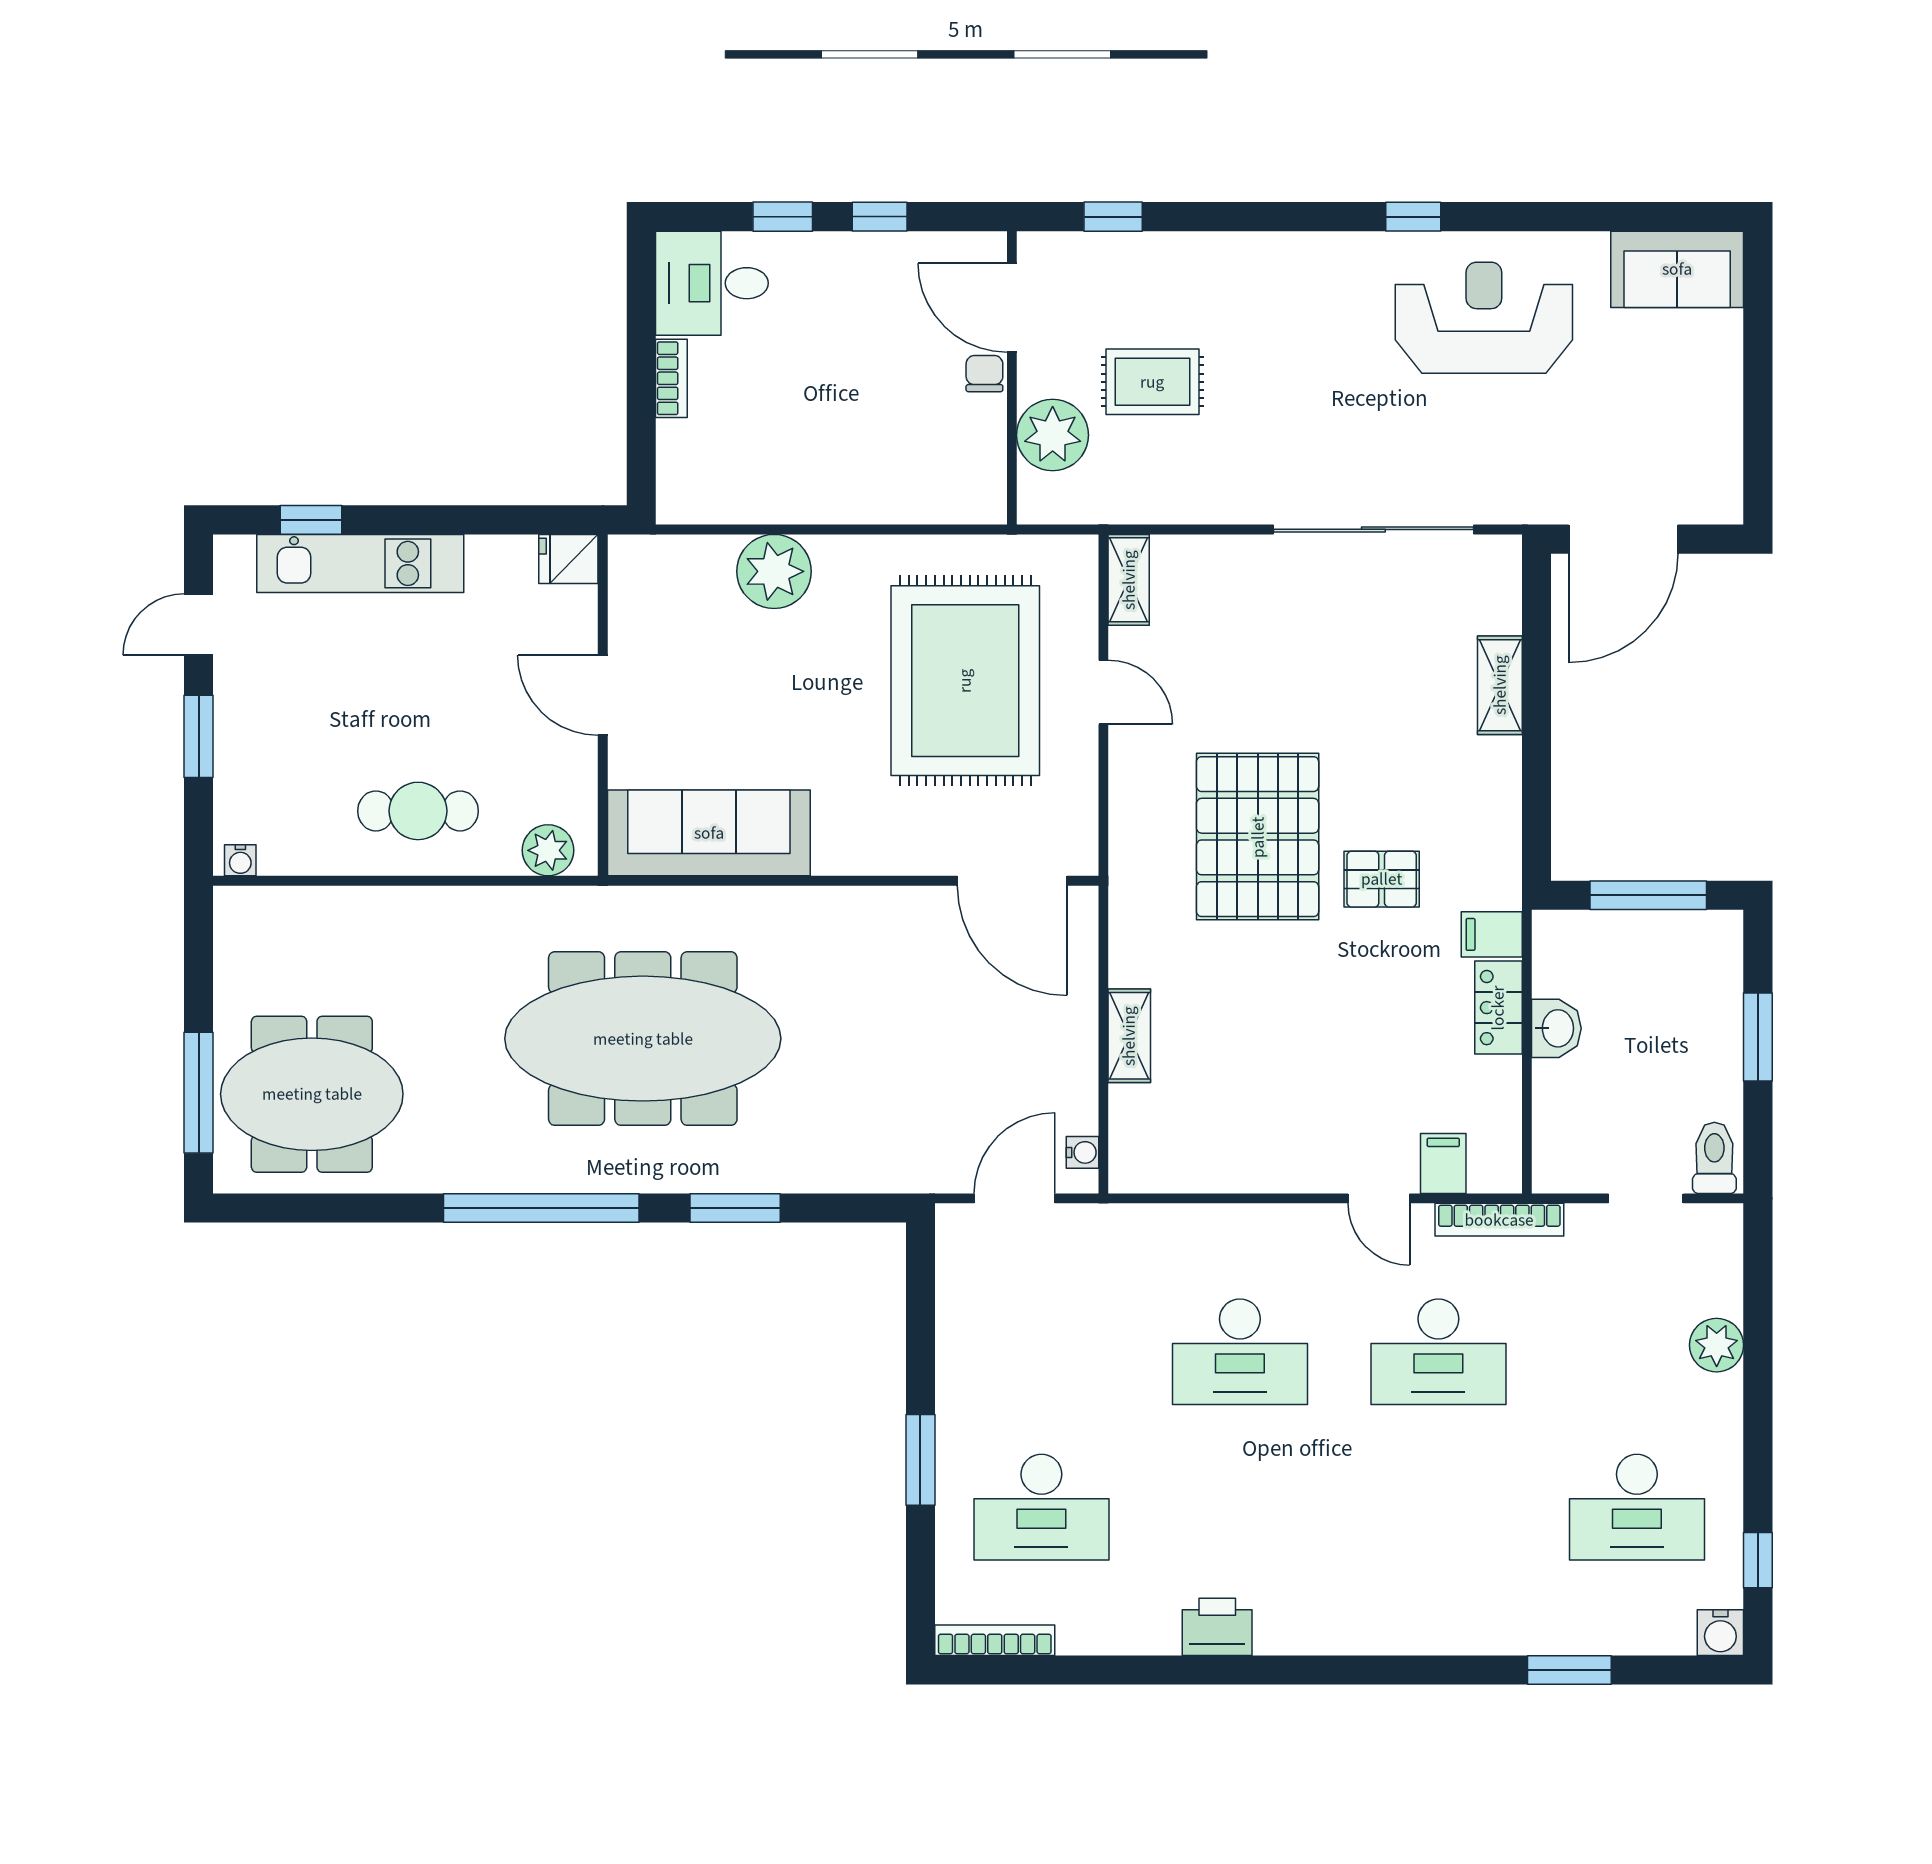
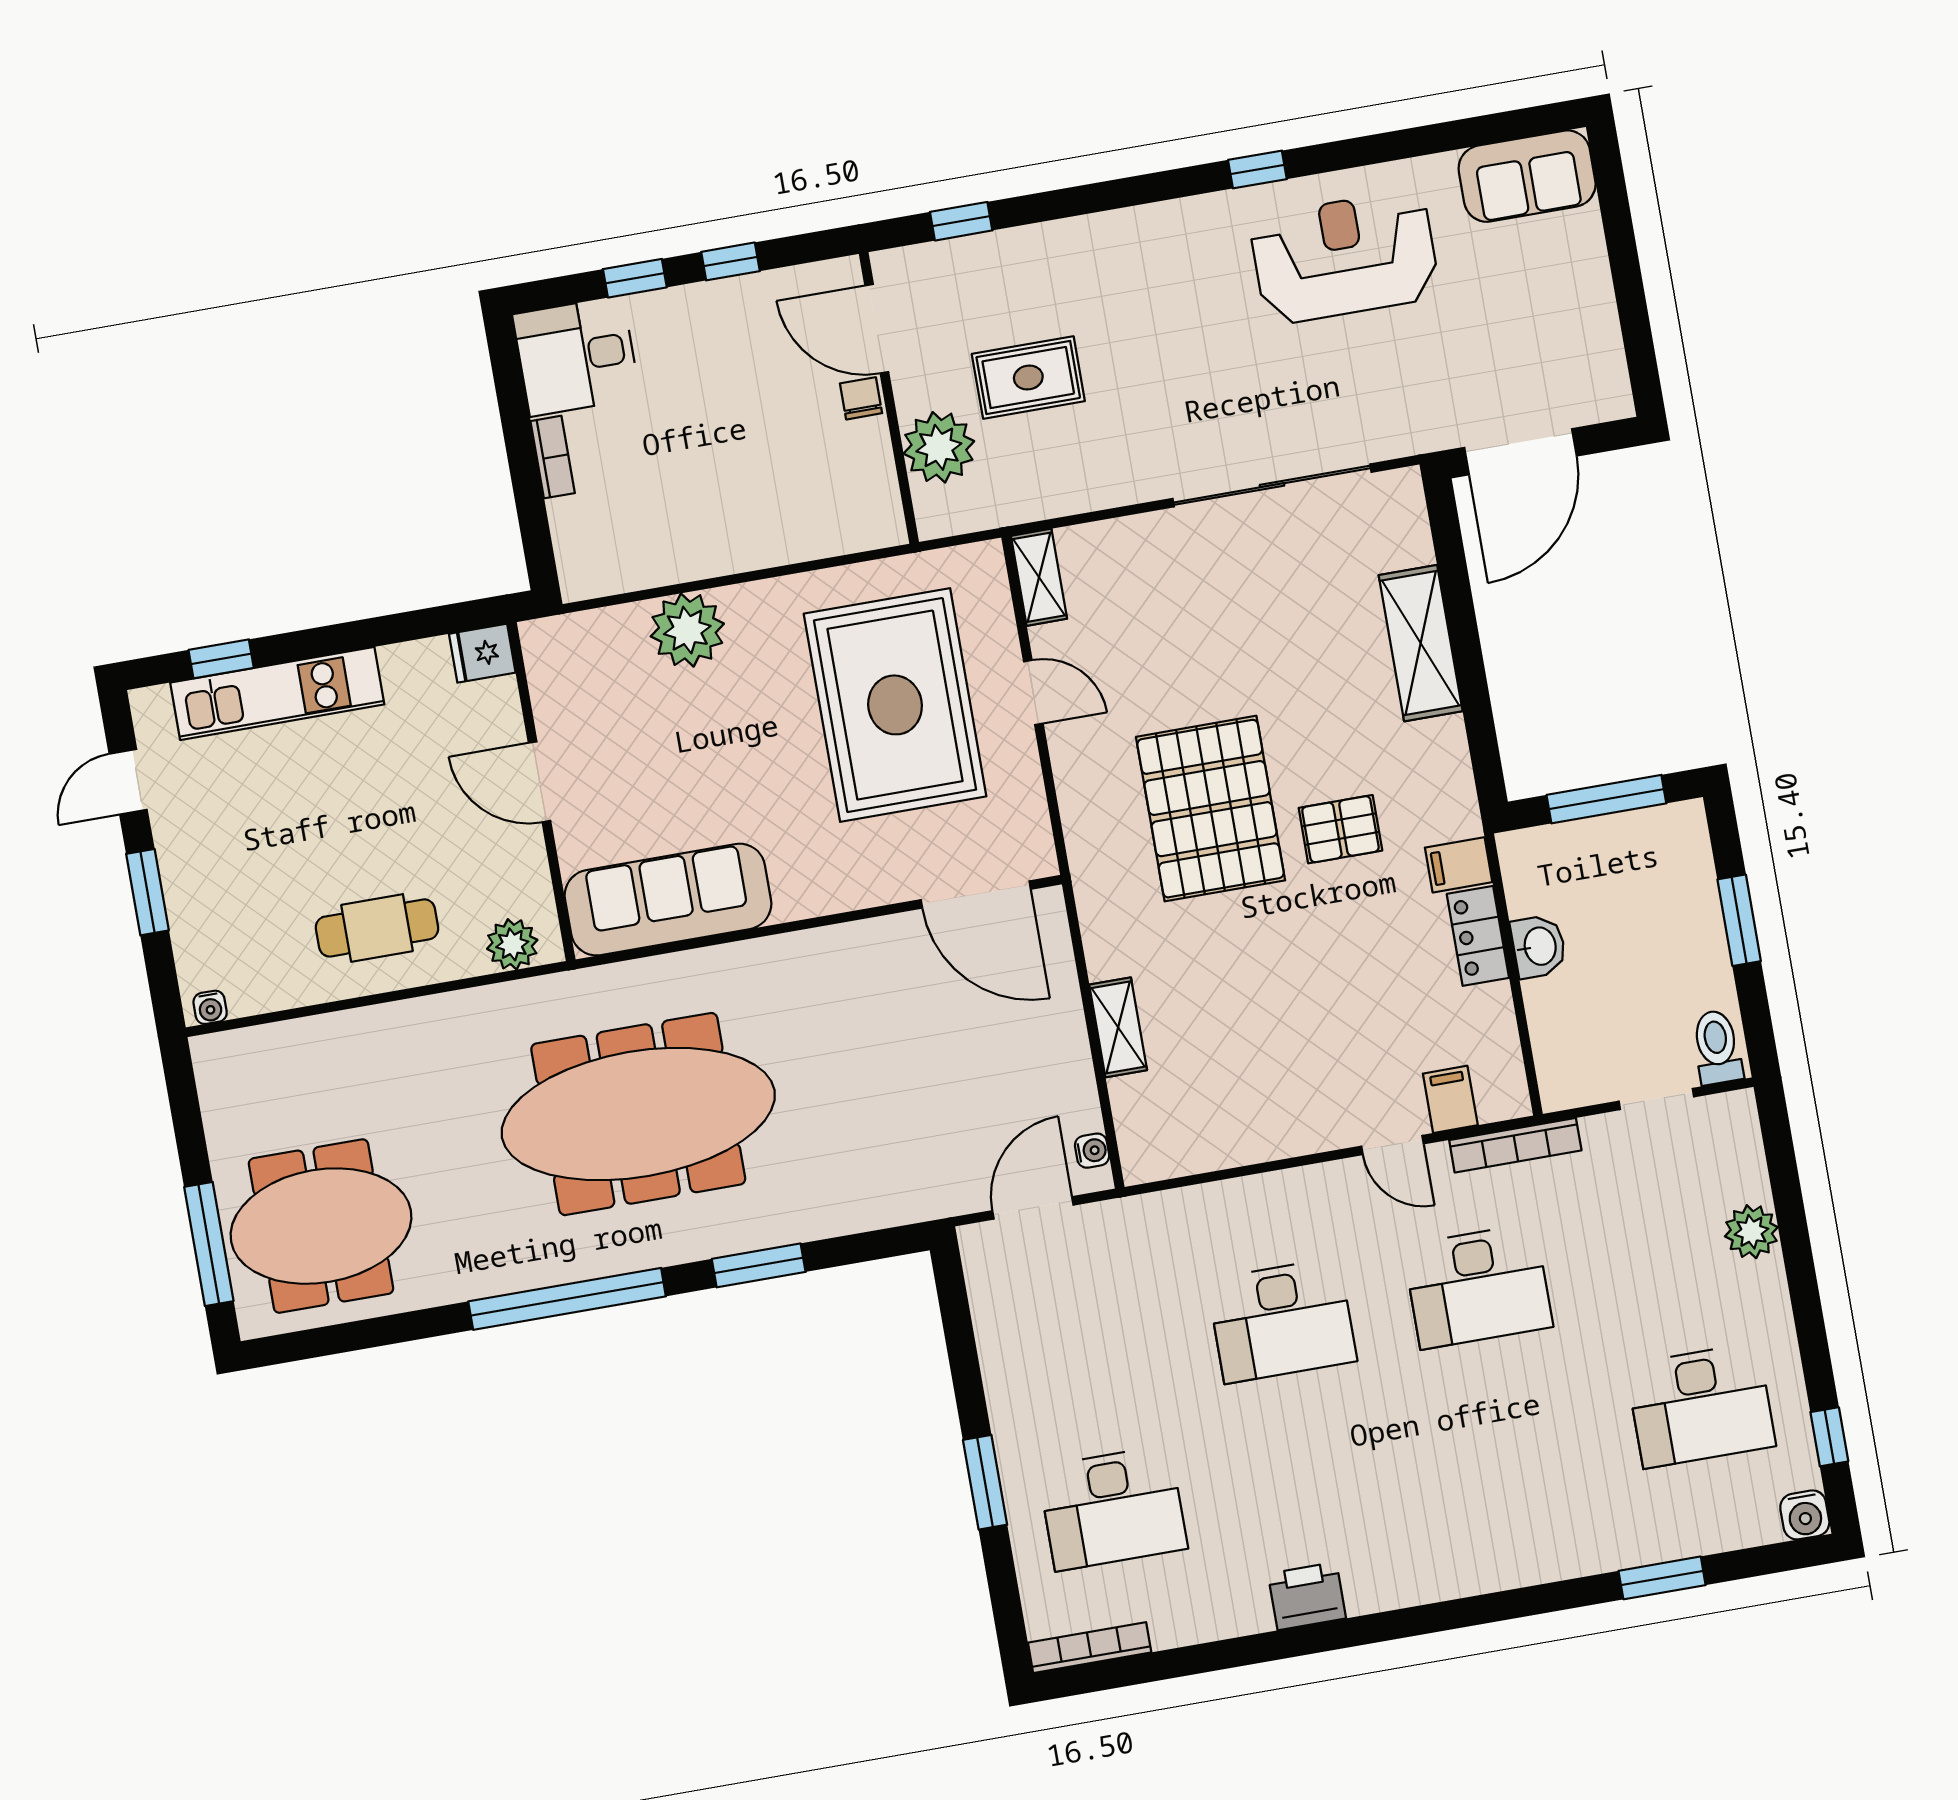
shelving: (1500, 685) -> (1421, 643), width x1.50, depth x1.33

